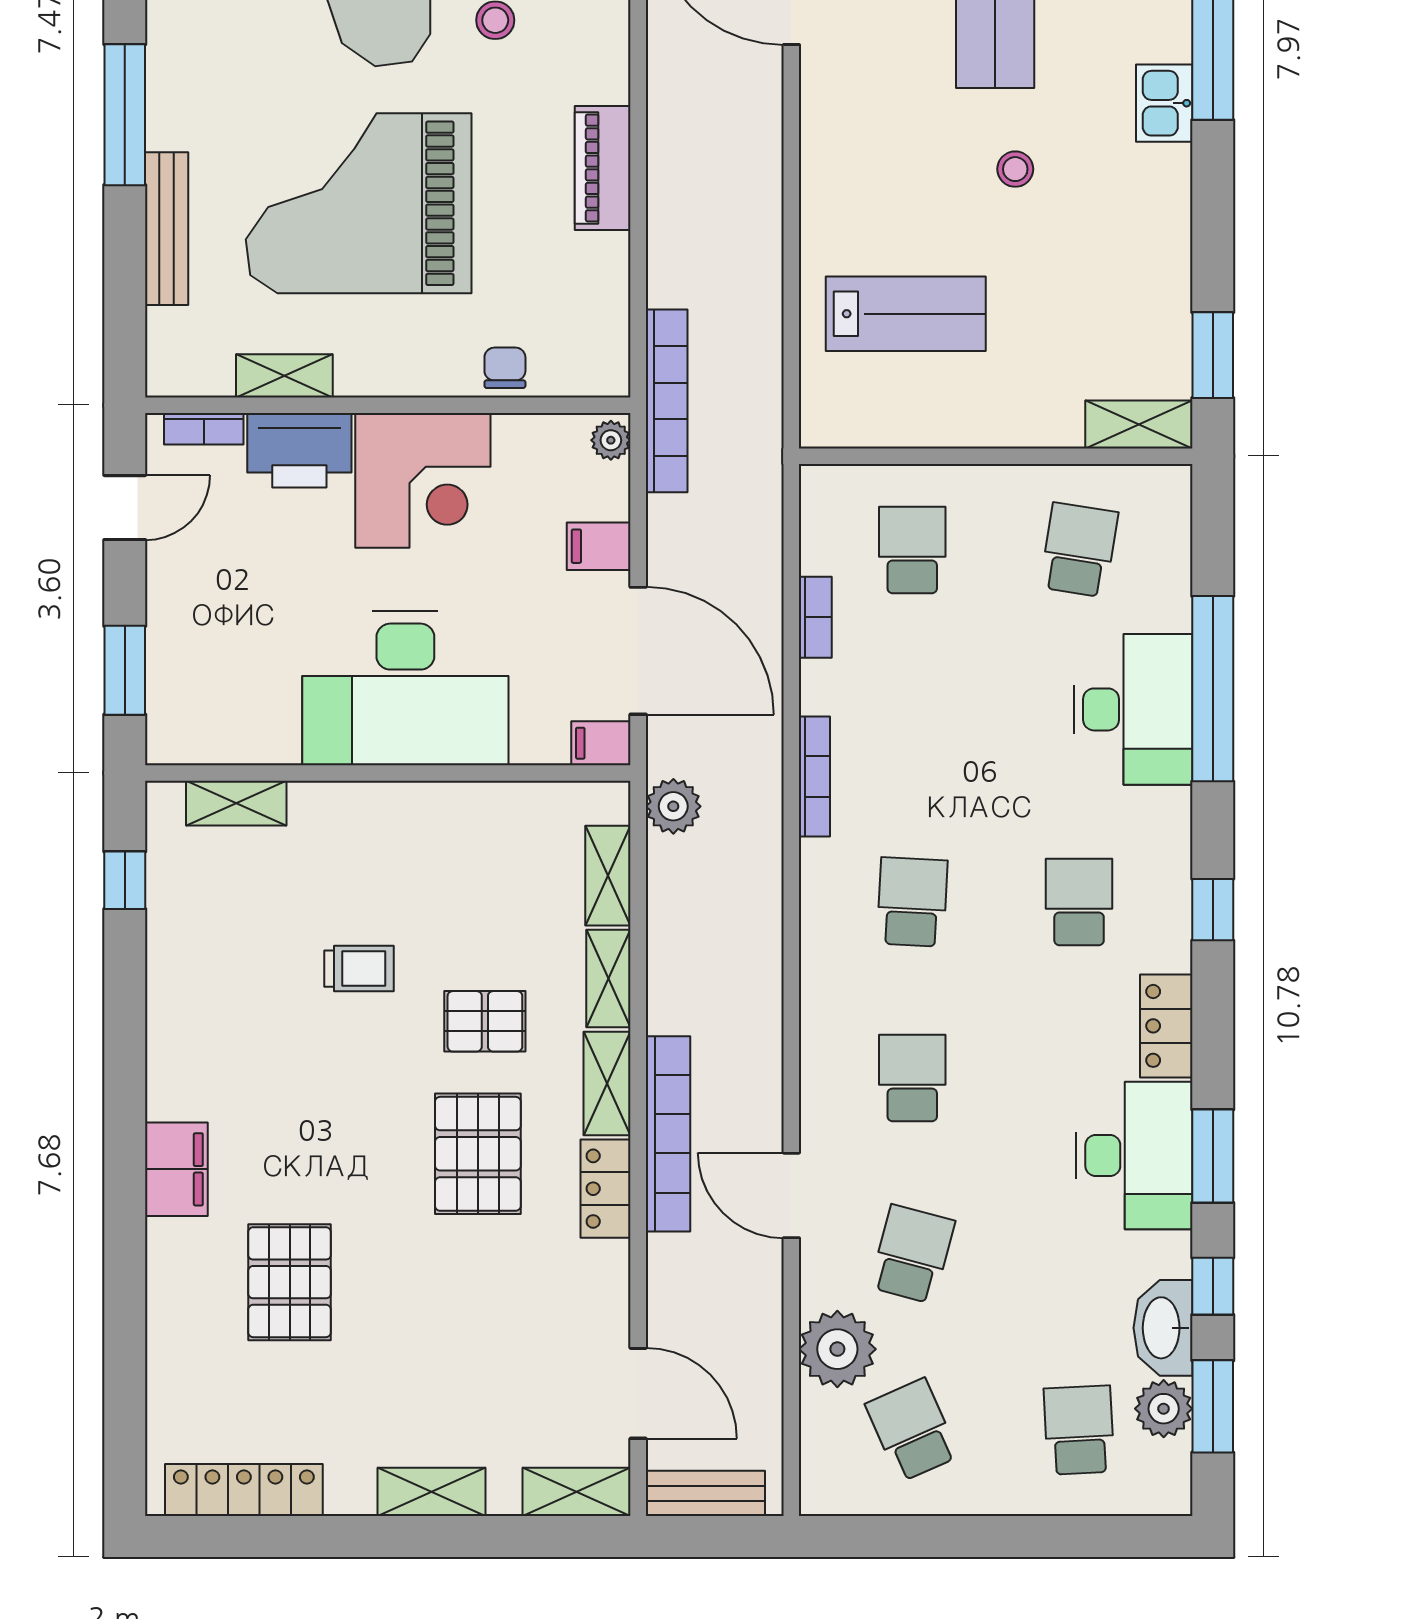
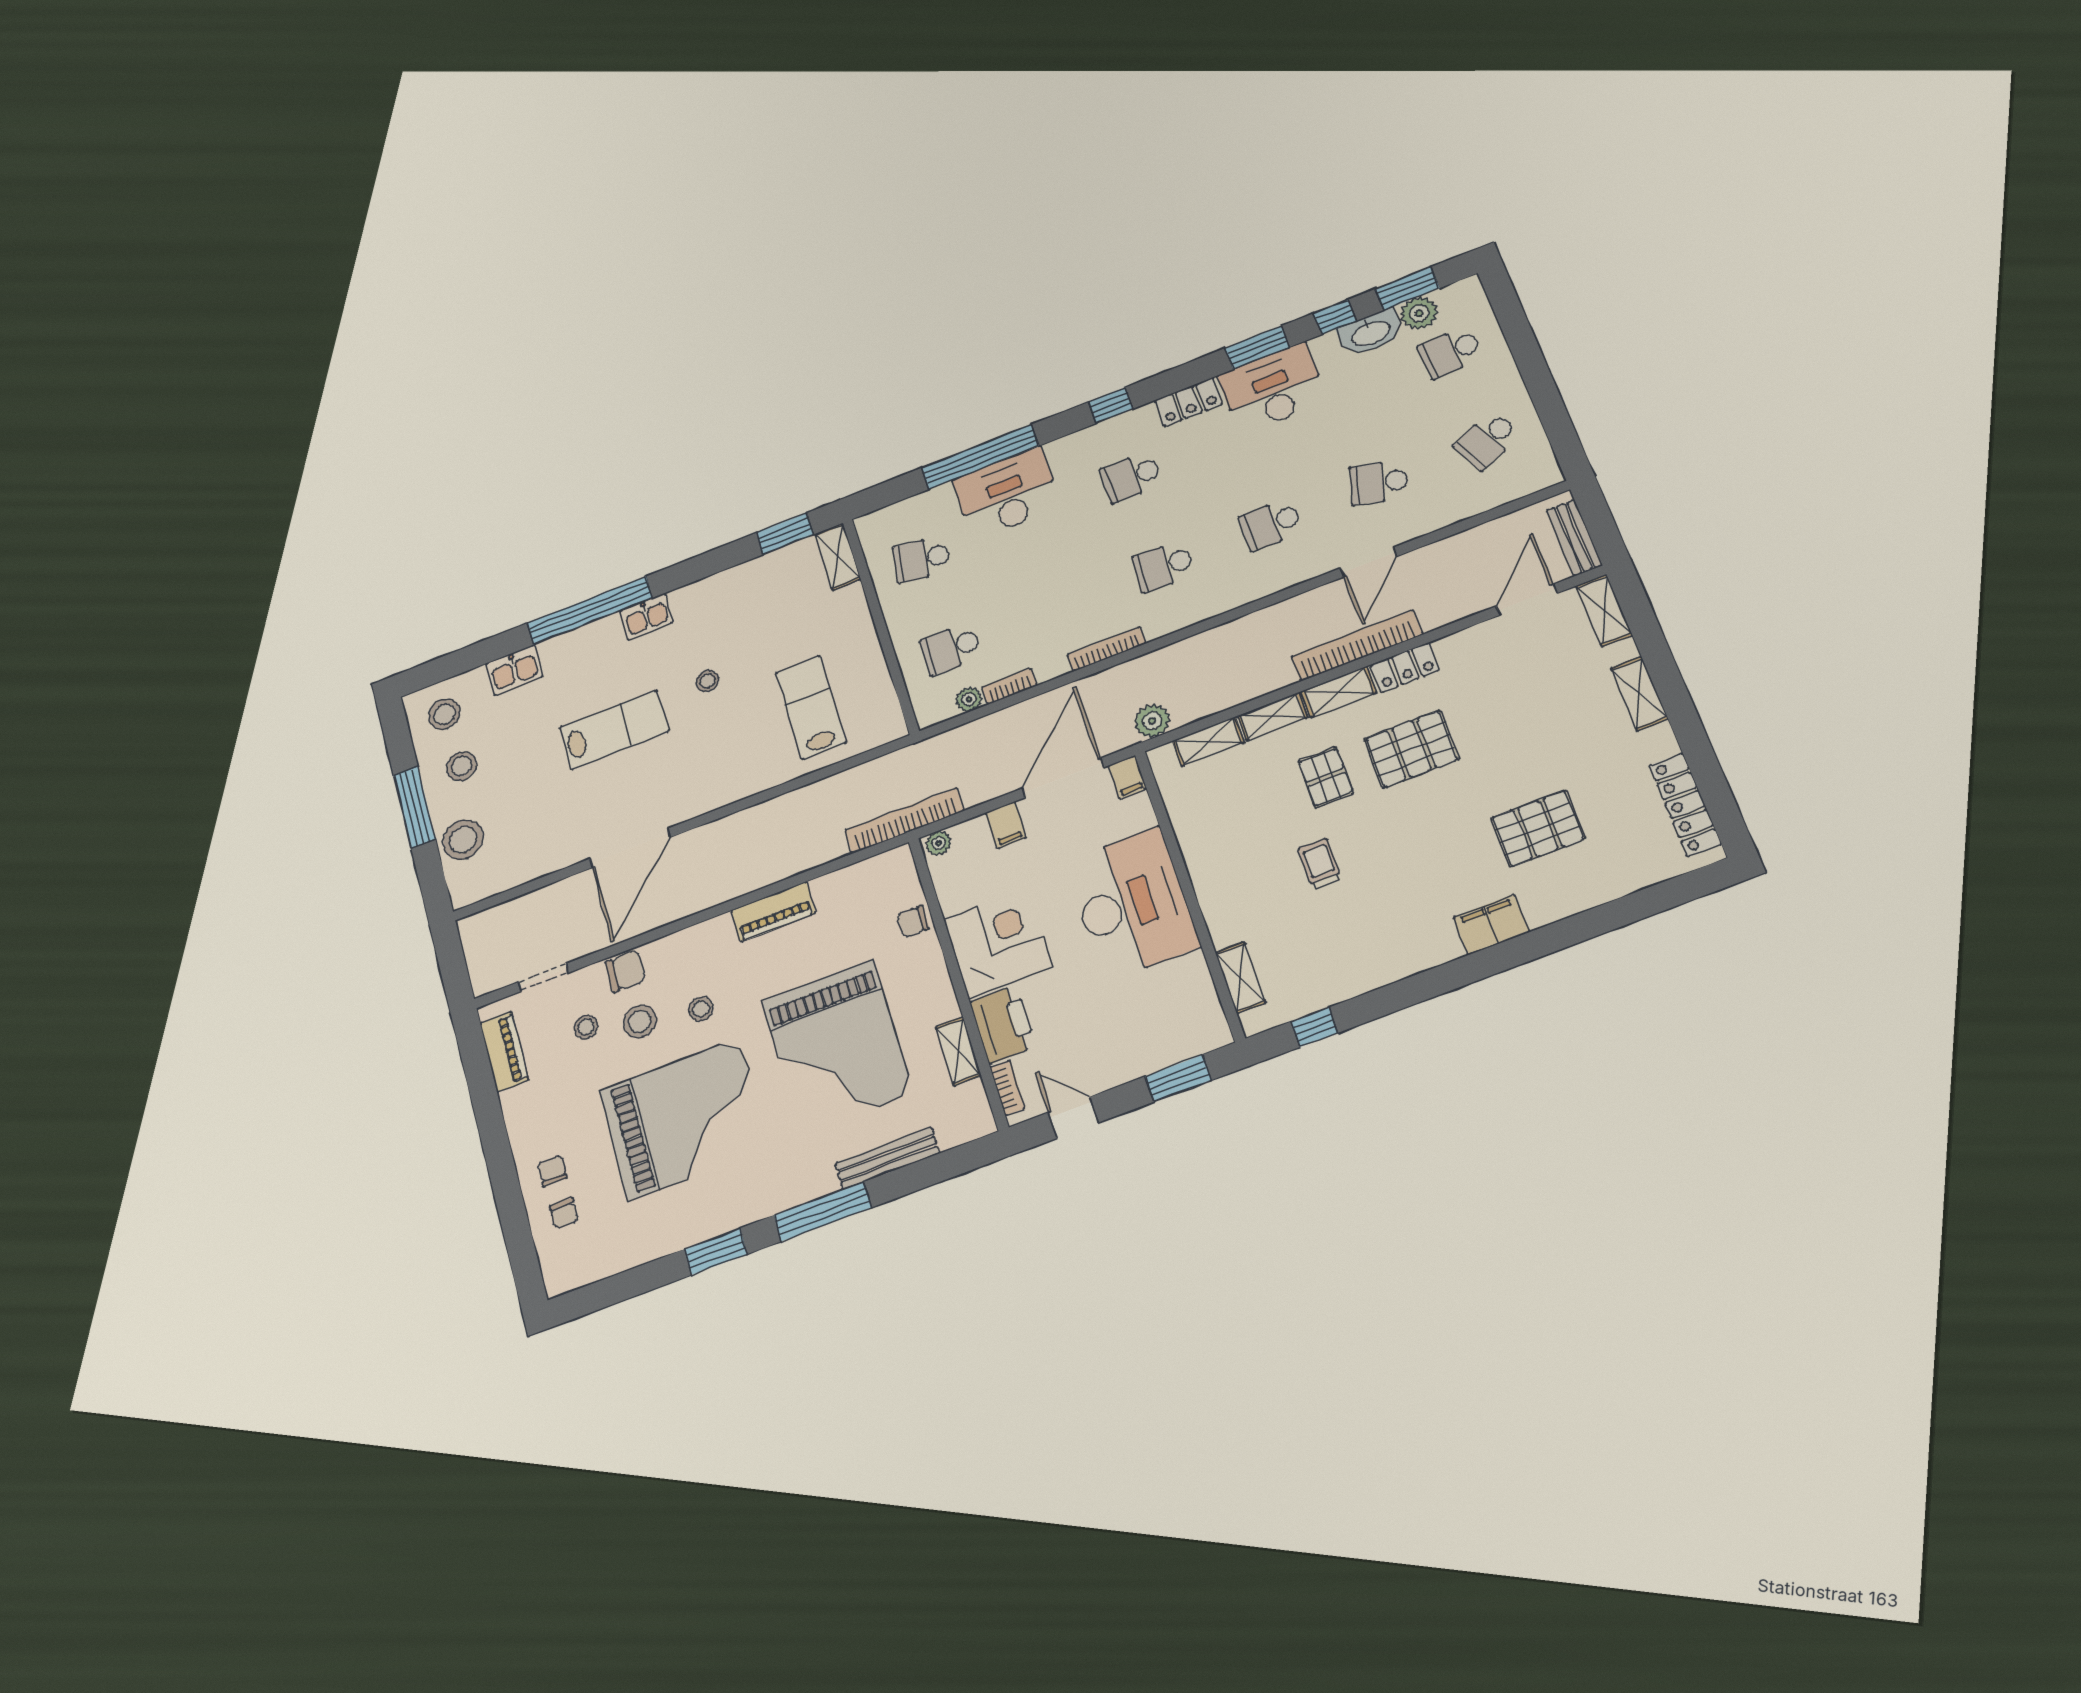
plant: (837, 1349) -> (969, 699), moved, width x0.53, depth x0.53

